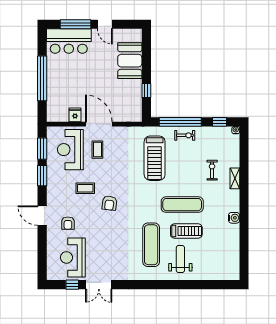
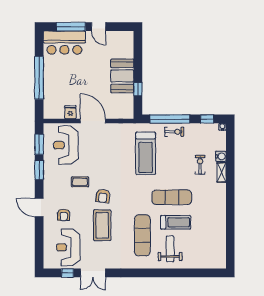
booth: (130, 61) -> (122, 76), moved
coffee table: (97, 150) -> (102, 225), moved, width x1.86, depth x1.72
water cooler: (234, 218) -> (221, 156), moved

